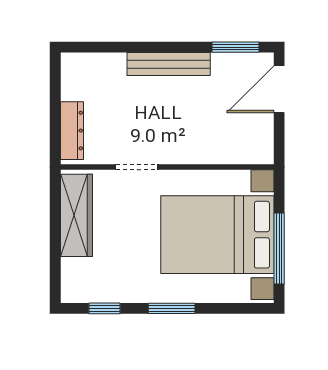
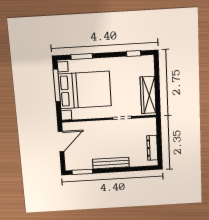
door: (279, 89) -> (61, 142), moved
dresser: (72, 131) -> (152, 148), moved
window: (172, 308) -> (82, 56), moved

